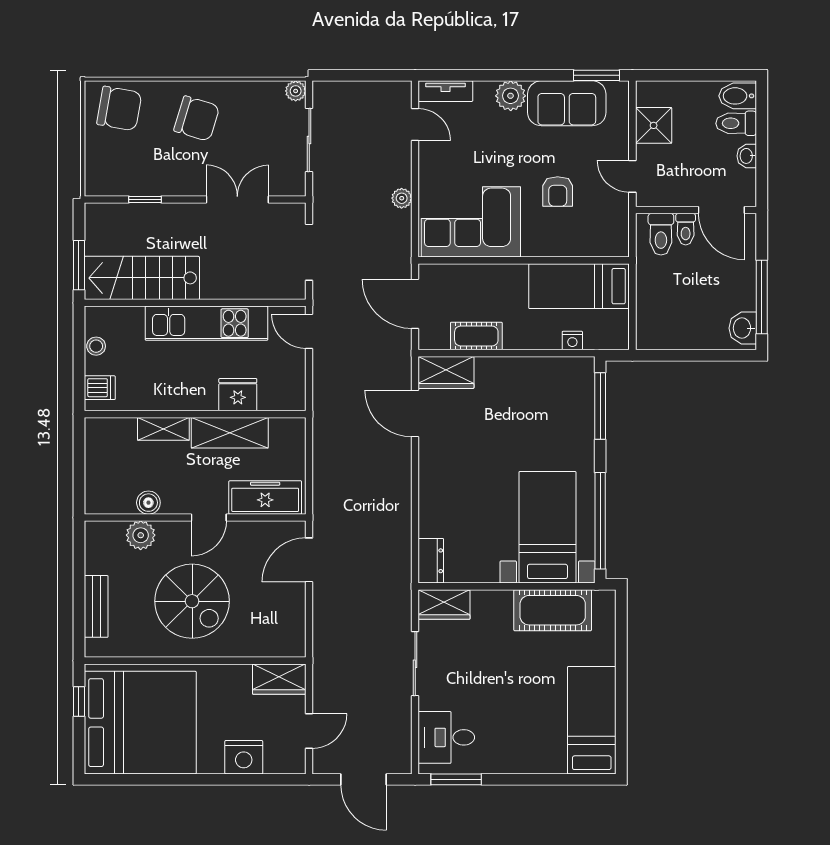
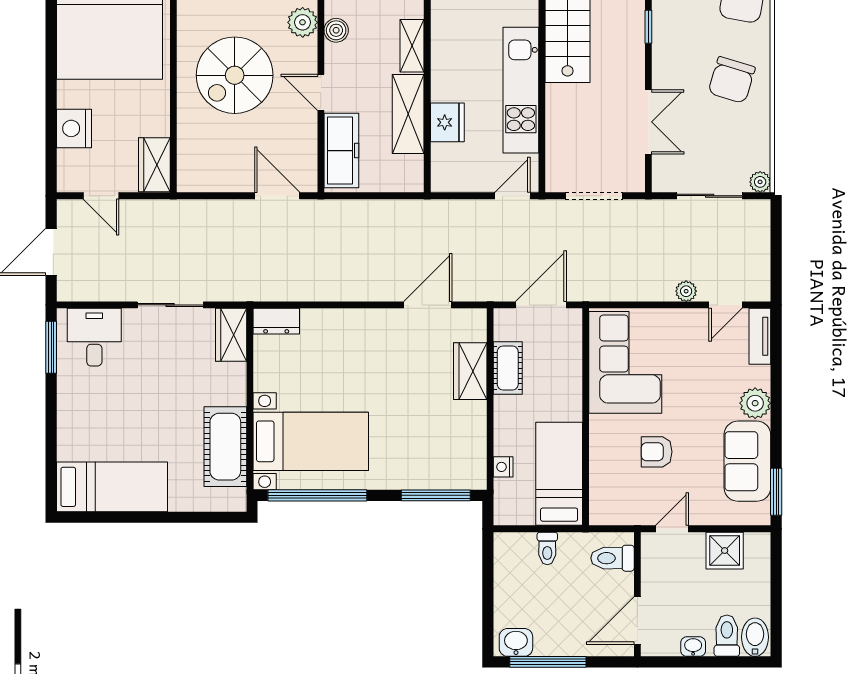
plant: (402, 198) -> (686, 291), moved
toilet: (686, 229) -> (547, 548), moved, turned -90
wardrobe: (446, 372) -> (470, 371), moved

